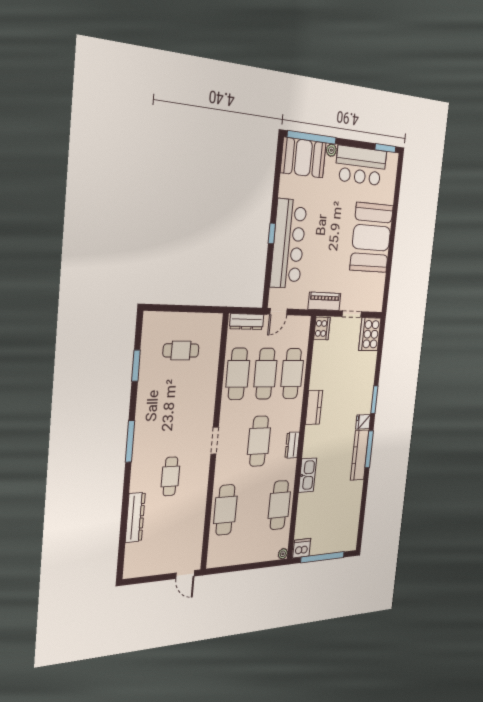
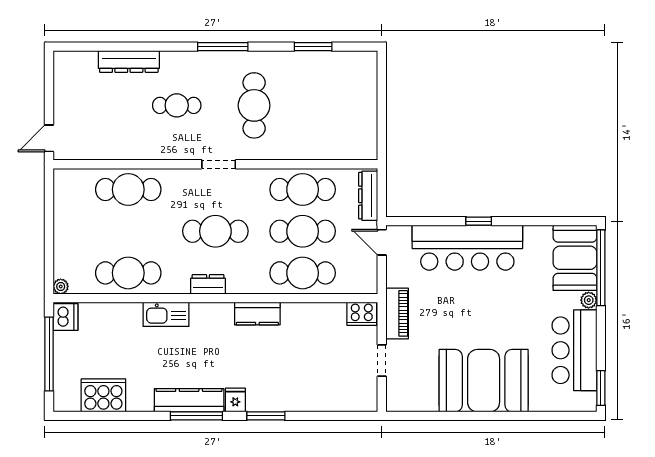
cooker: (370, 334) -> (103, 395), moved
cafe table: (181, 350) -> (254, 105), moved, width x1.37, depth x1.35

